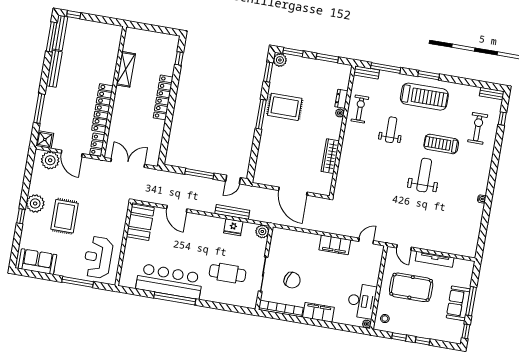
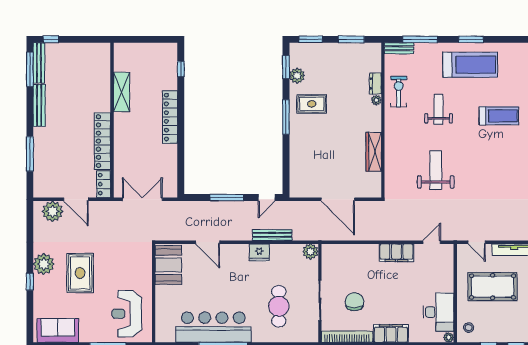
plant: (280, 60) -> (297, 76), moved
rug: (285, 107) -> (312, 104), width x0.73, depth x0.70
shower: (45, 140) -> (42, 189), removed
treadmill: (441, 144) -> (499, 116), turned 180
weight bench: (424, 175) -> (436, 170), moved
fridge: (233, 227) -> (259, 252), moved
cafe table: (228, 273) -> (279, 306), turned 90
chair: (292, 280) -> (354, 302), turned -108

